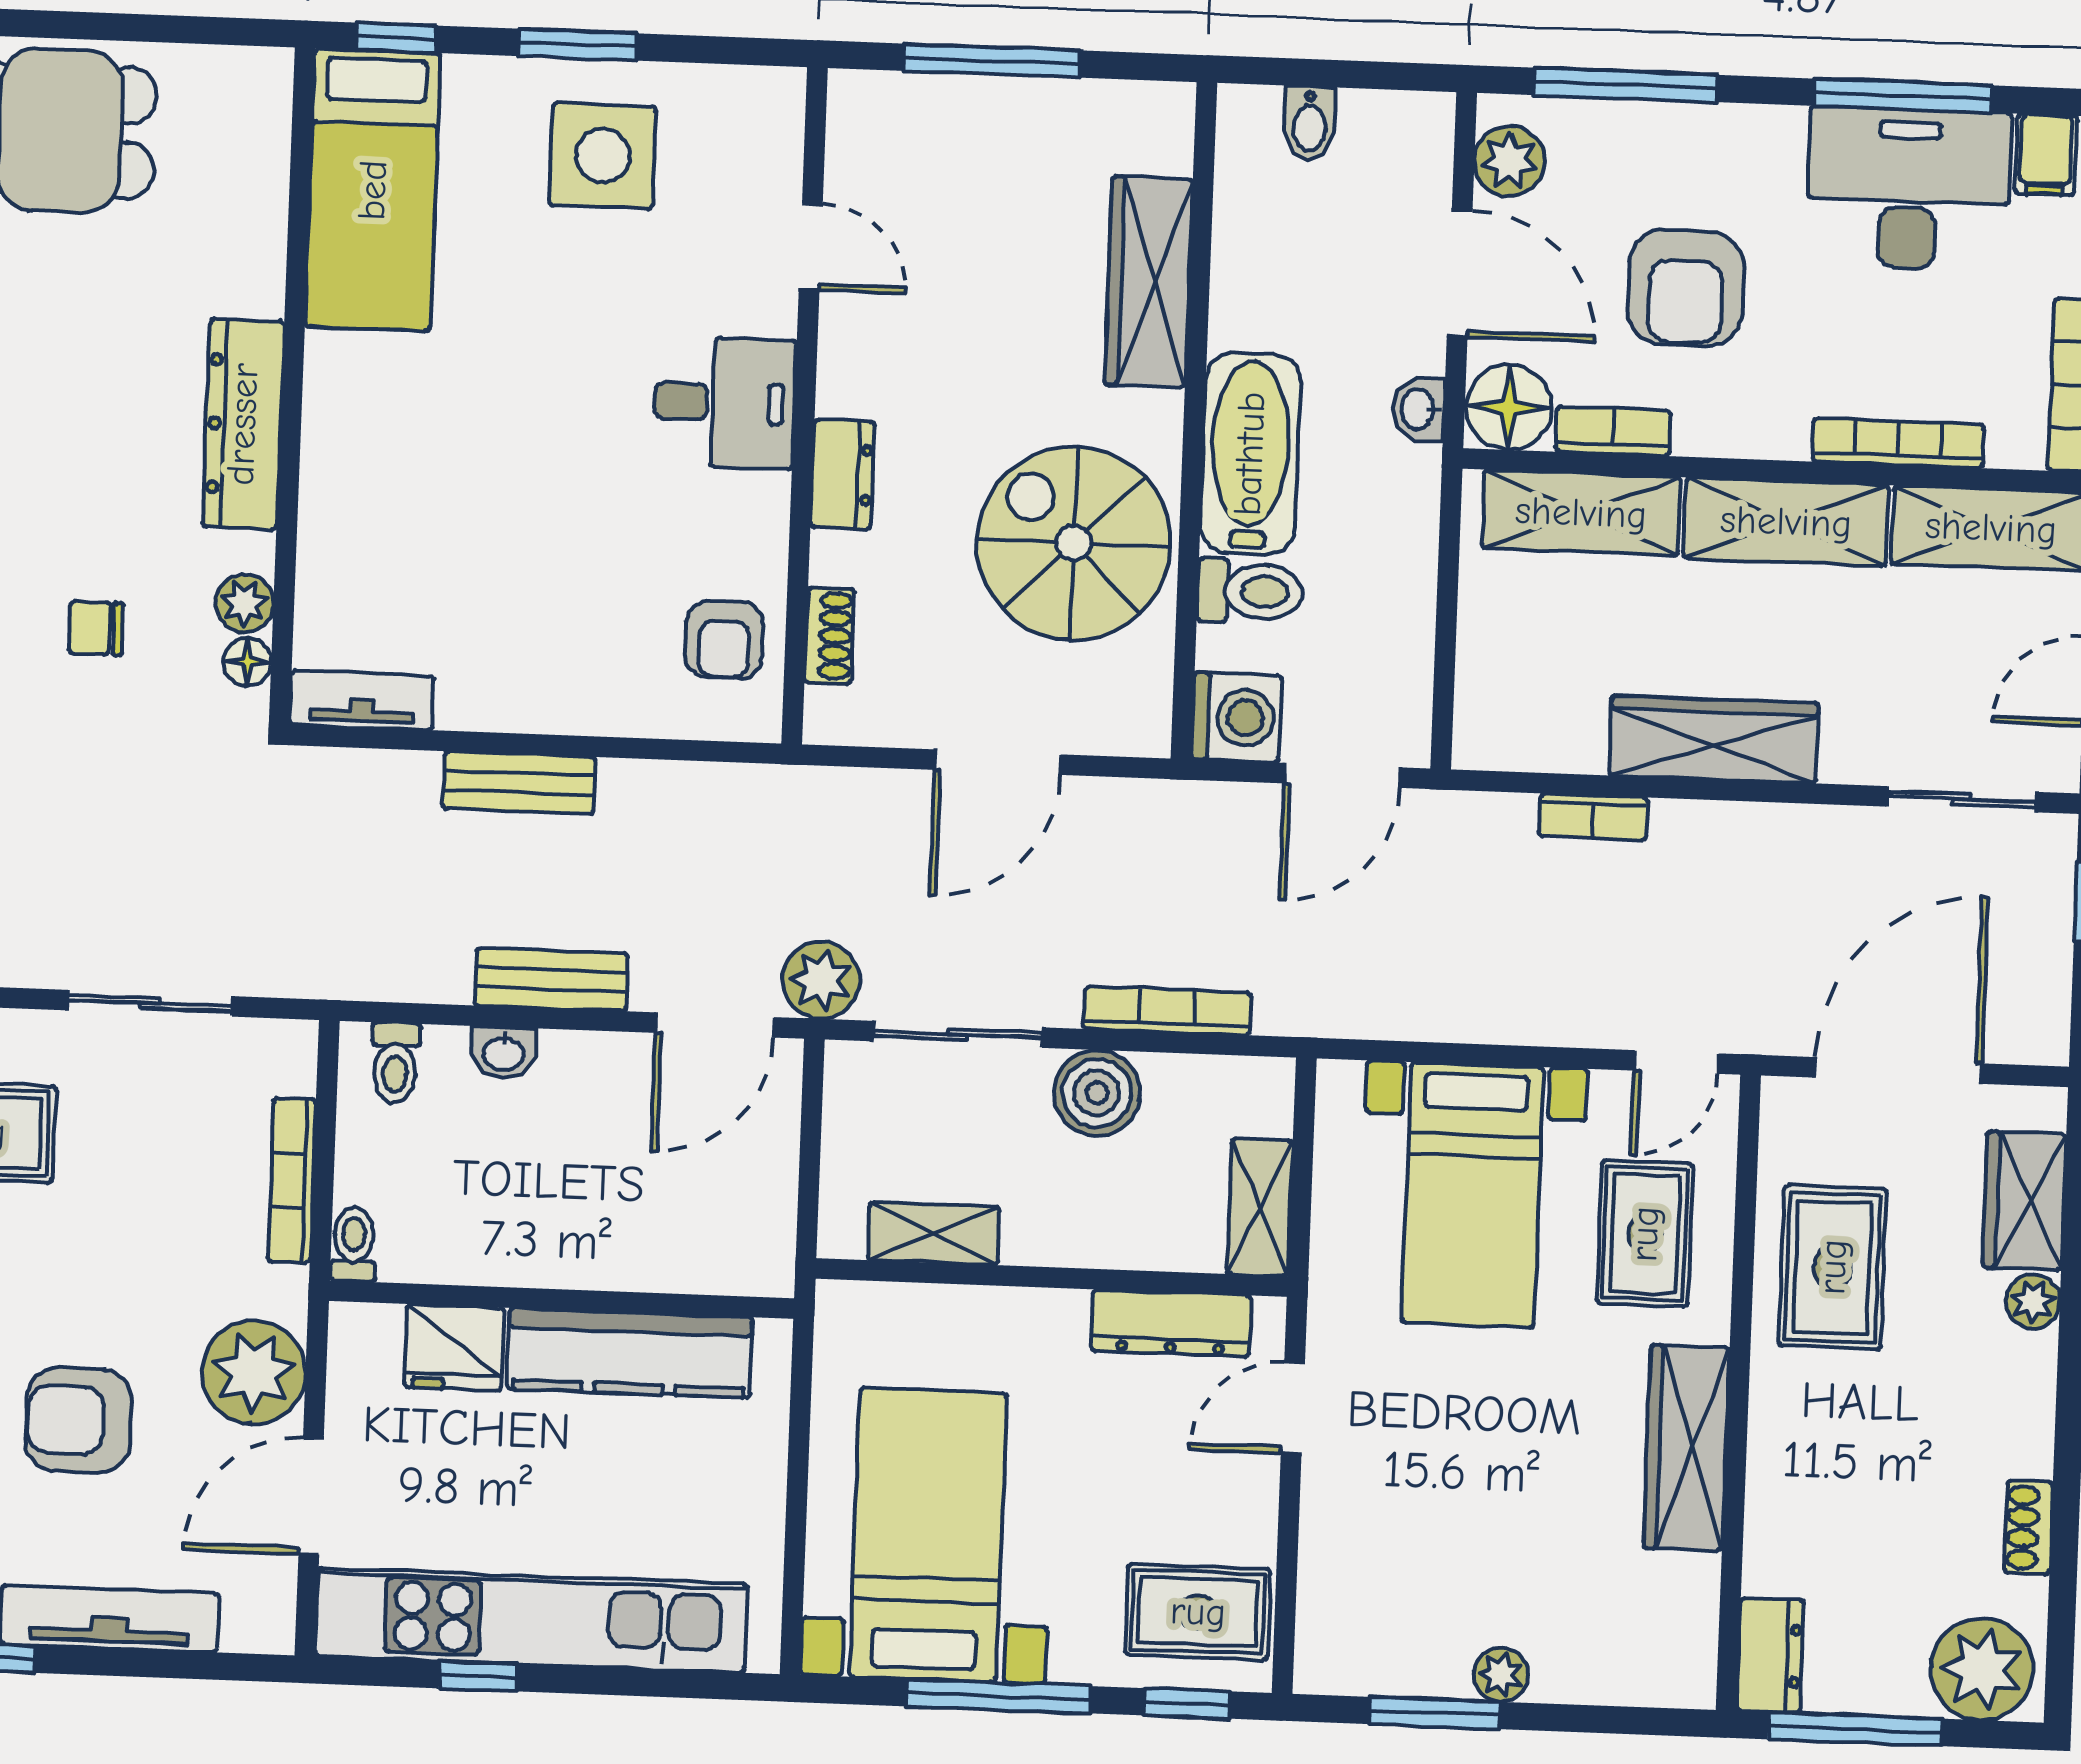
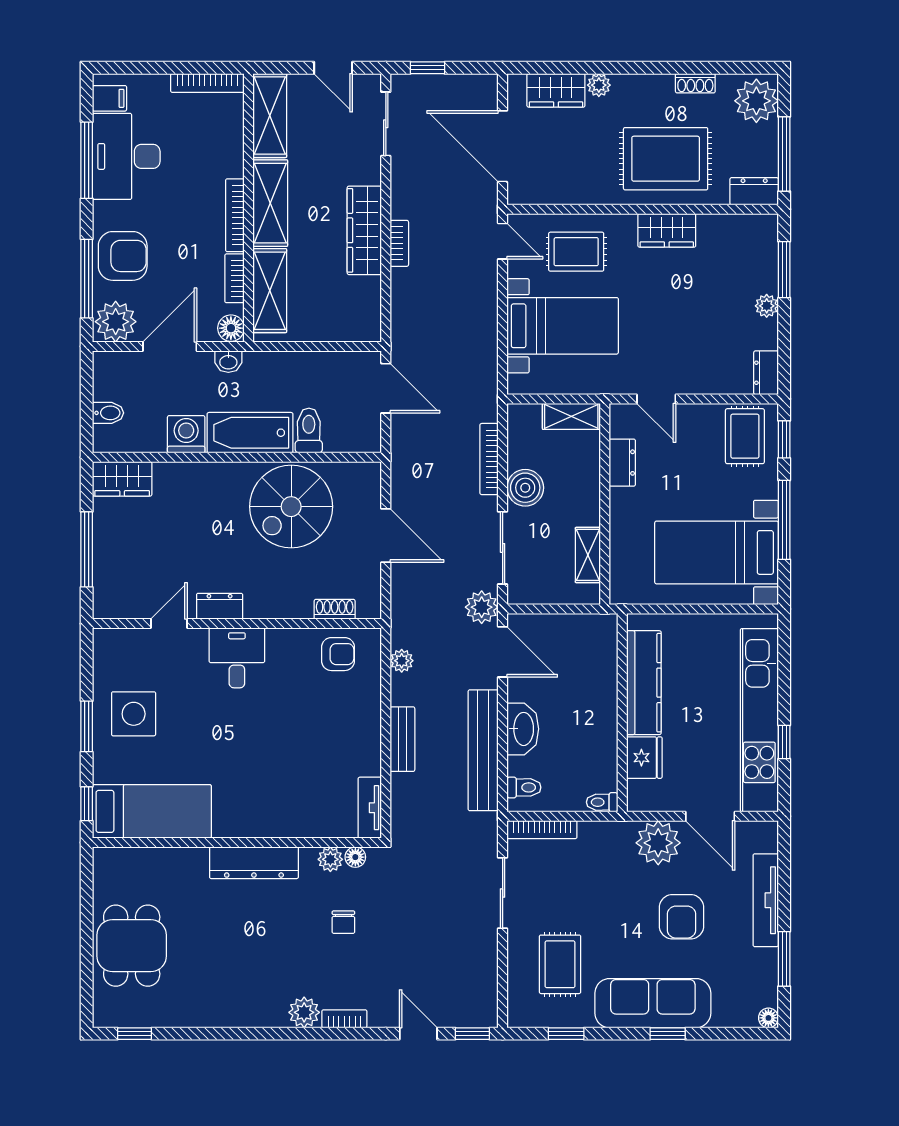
plant: (1509, 161) -> (116, 322), width x1.36, depth x1.36
wardrobe: (1149, 282) -> (122, 479), moved, width x0.67
armchair: (1685, 288) -> (123, 256), moved
floor lamp: (1509, 407) -> (231, 328), width x0.73, depth x0.73
bookcase: (1898, 443) -> (235, 215), moved
dresser: (843, 475) -> (220, 606), moved
washing machine: (1237, 717) -> (186, 434), moved
plant: (703, 788) -> (402, 661), added
bookcase: (1593, 817) -> (399, 243), moved
bench: (551, 979) -> (483, 750), width x1.86, depth x1.21
washbasin: (504, 1053) -> (523, 729), width x1.91, depth x1.45
bookcase: (292, 1181) -> (542, 830), moved
rug: (1833, 1267) -> (666, 159), moved, width x1.36, depth x1.43
dresser: (1171, 1323) -> (622, 463), width x0.70
wardrobe: (1687, 1447) -> (667, 230), width x0.67
dresser: (1344, 1667) -> (766, 373), added
window: (1435, 1713) -> (784, 270), moved

